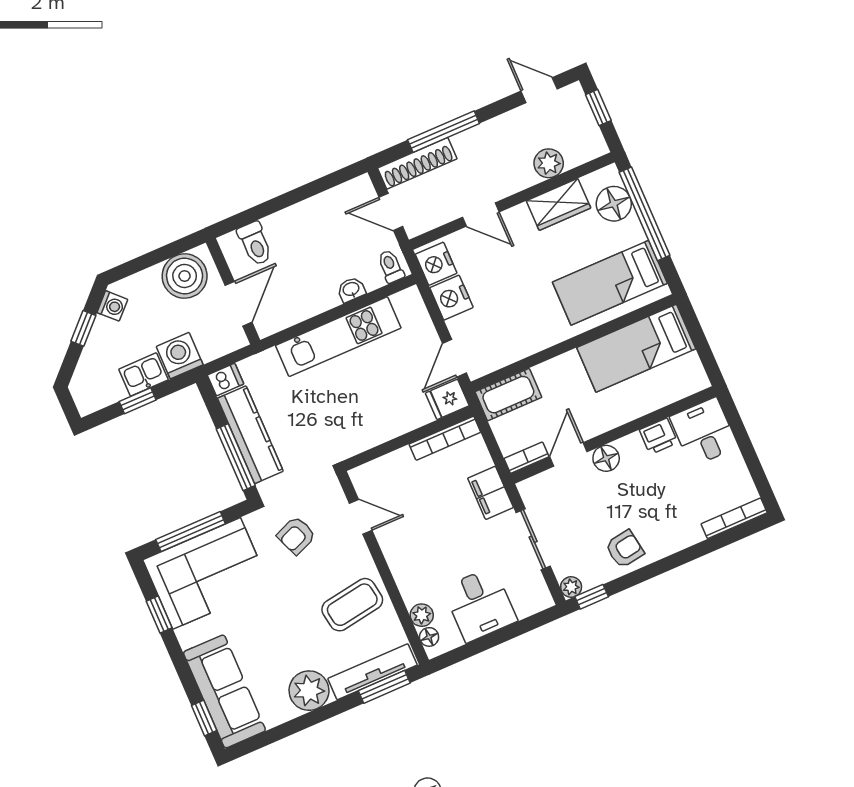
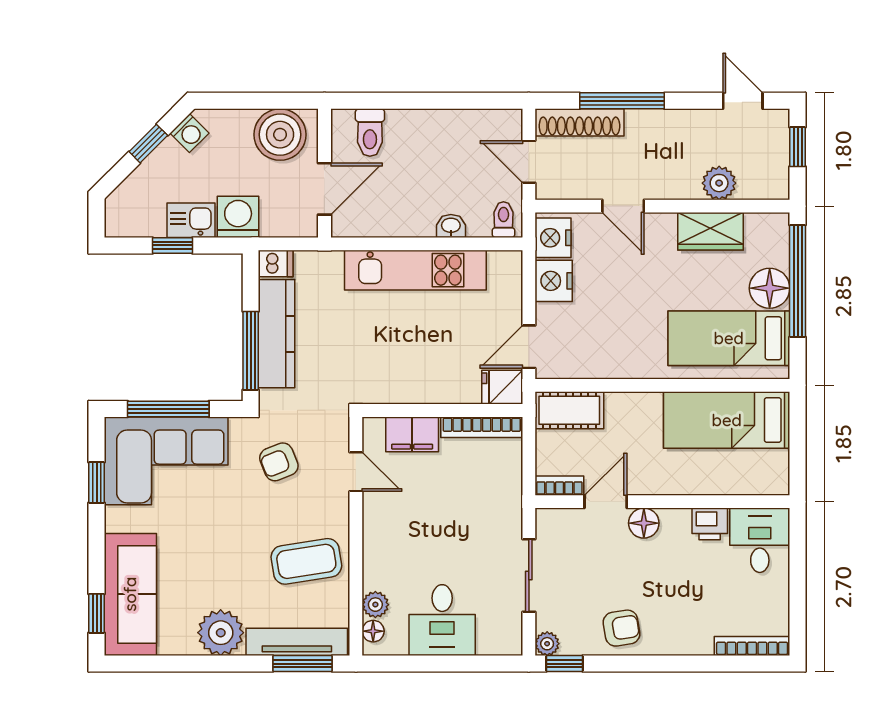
floor lamp: (614, 204) -> (770, 288), moved
filing cabinet: (491, 493) -> (412, 434), moved, turned -90

